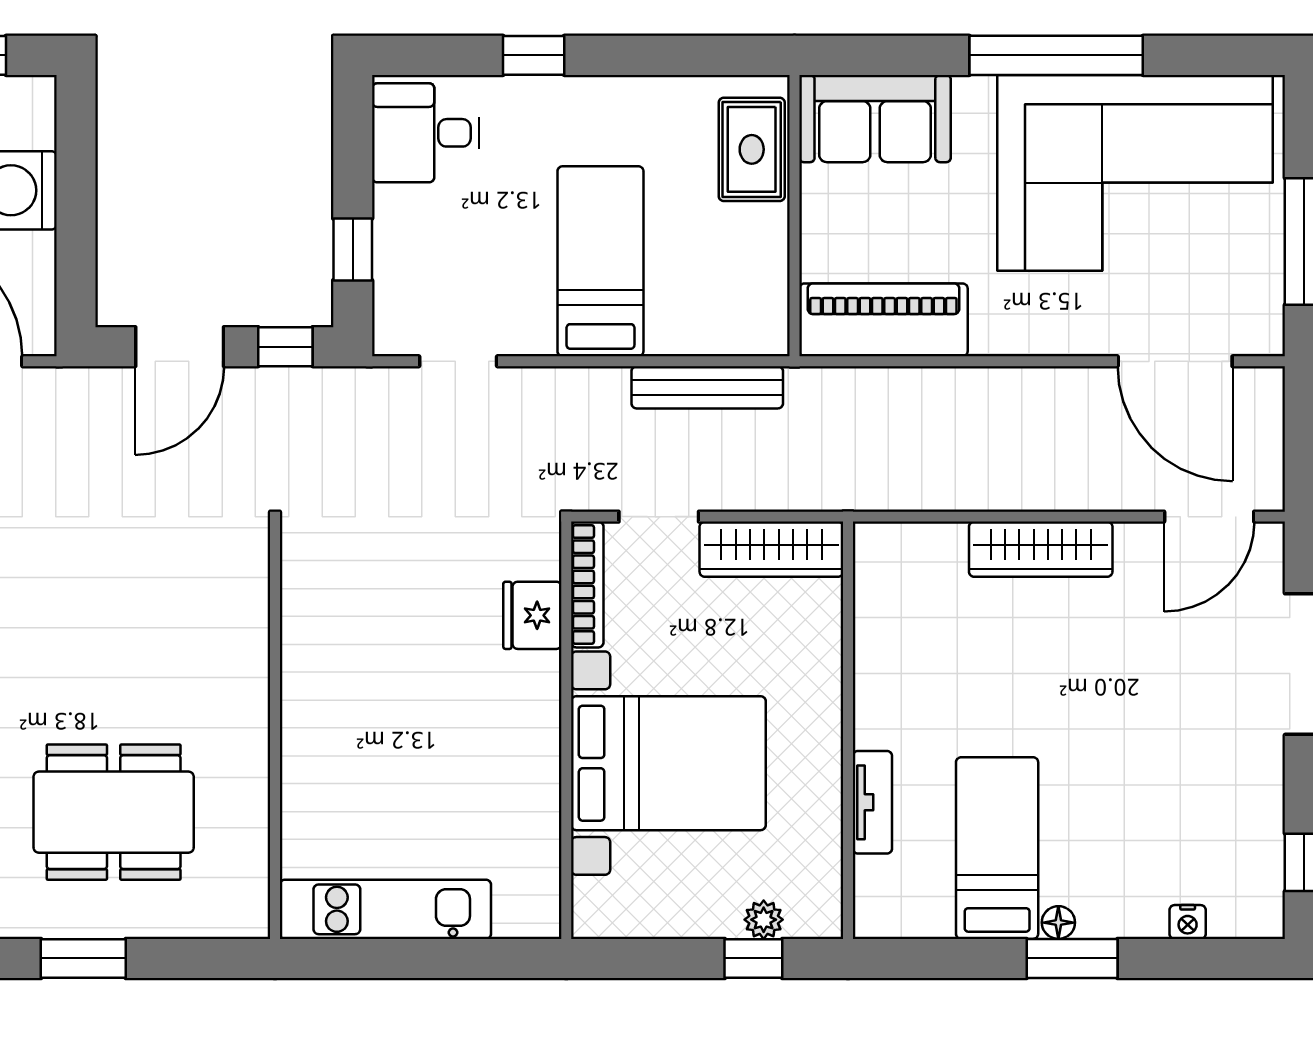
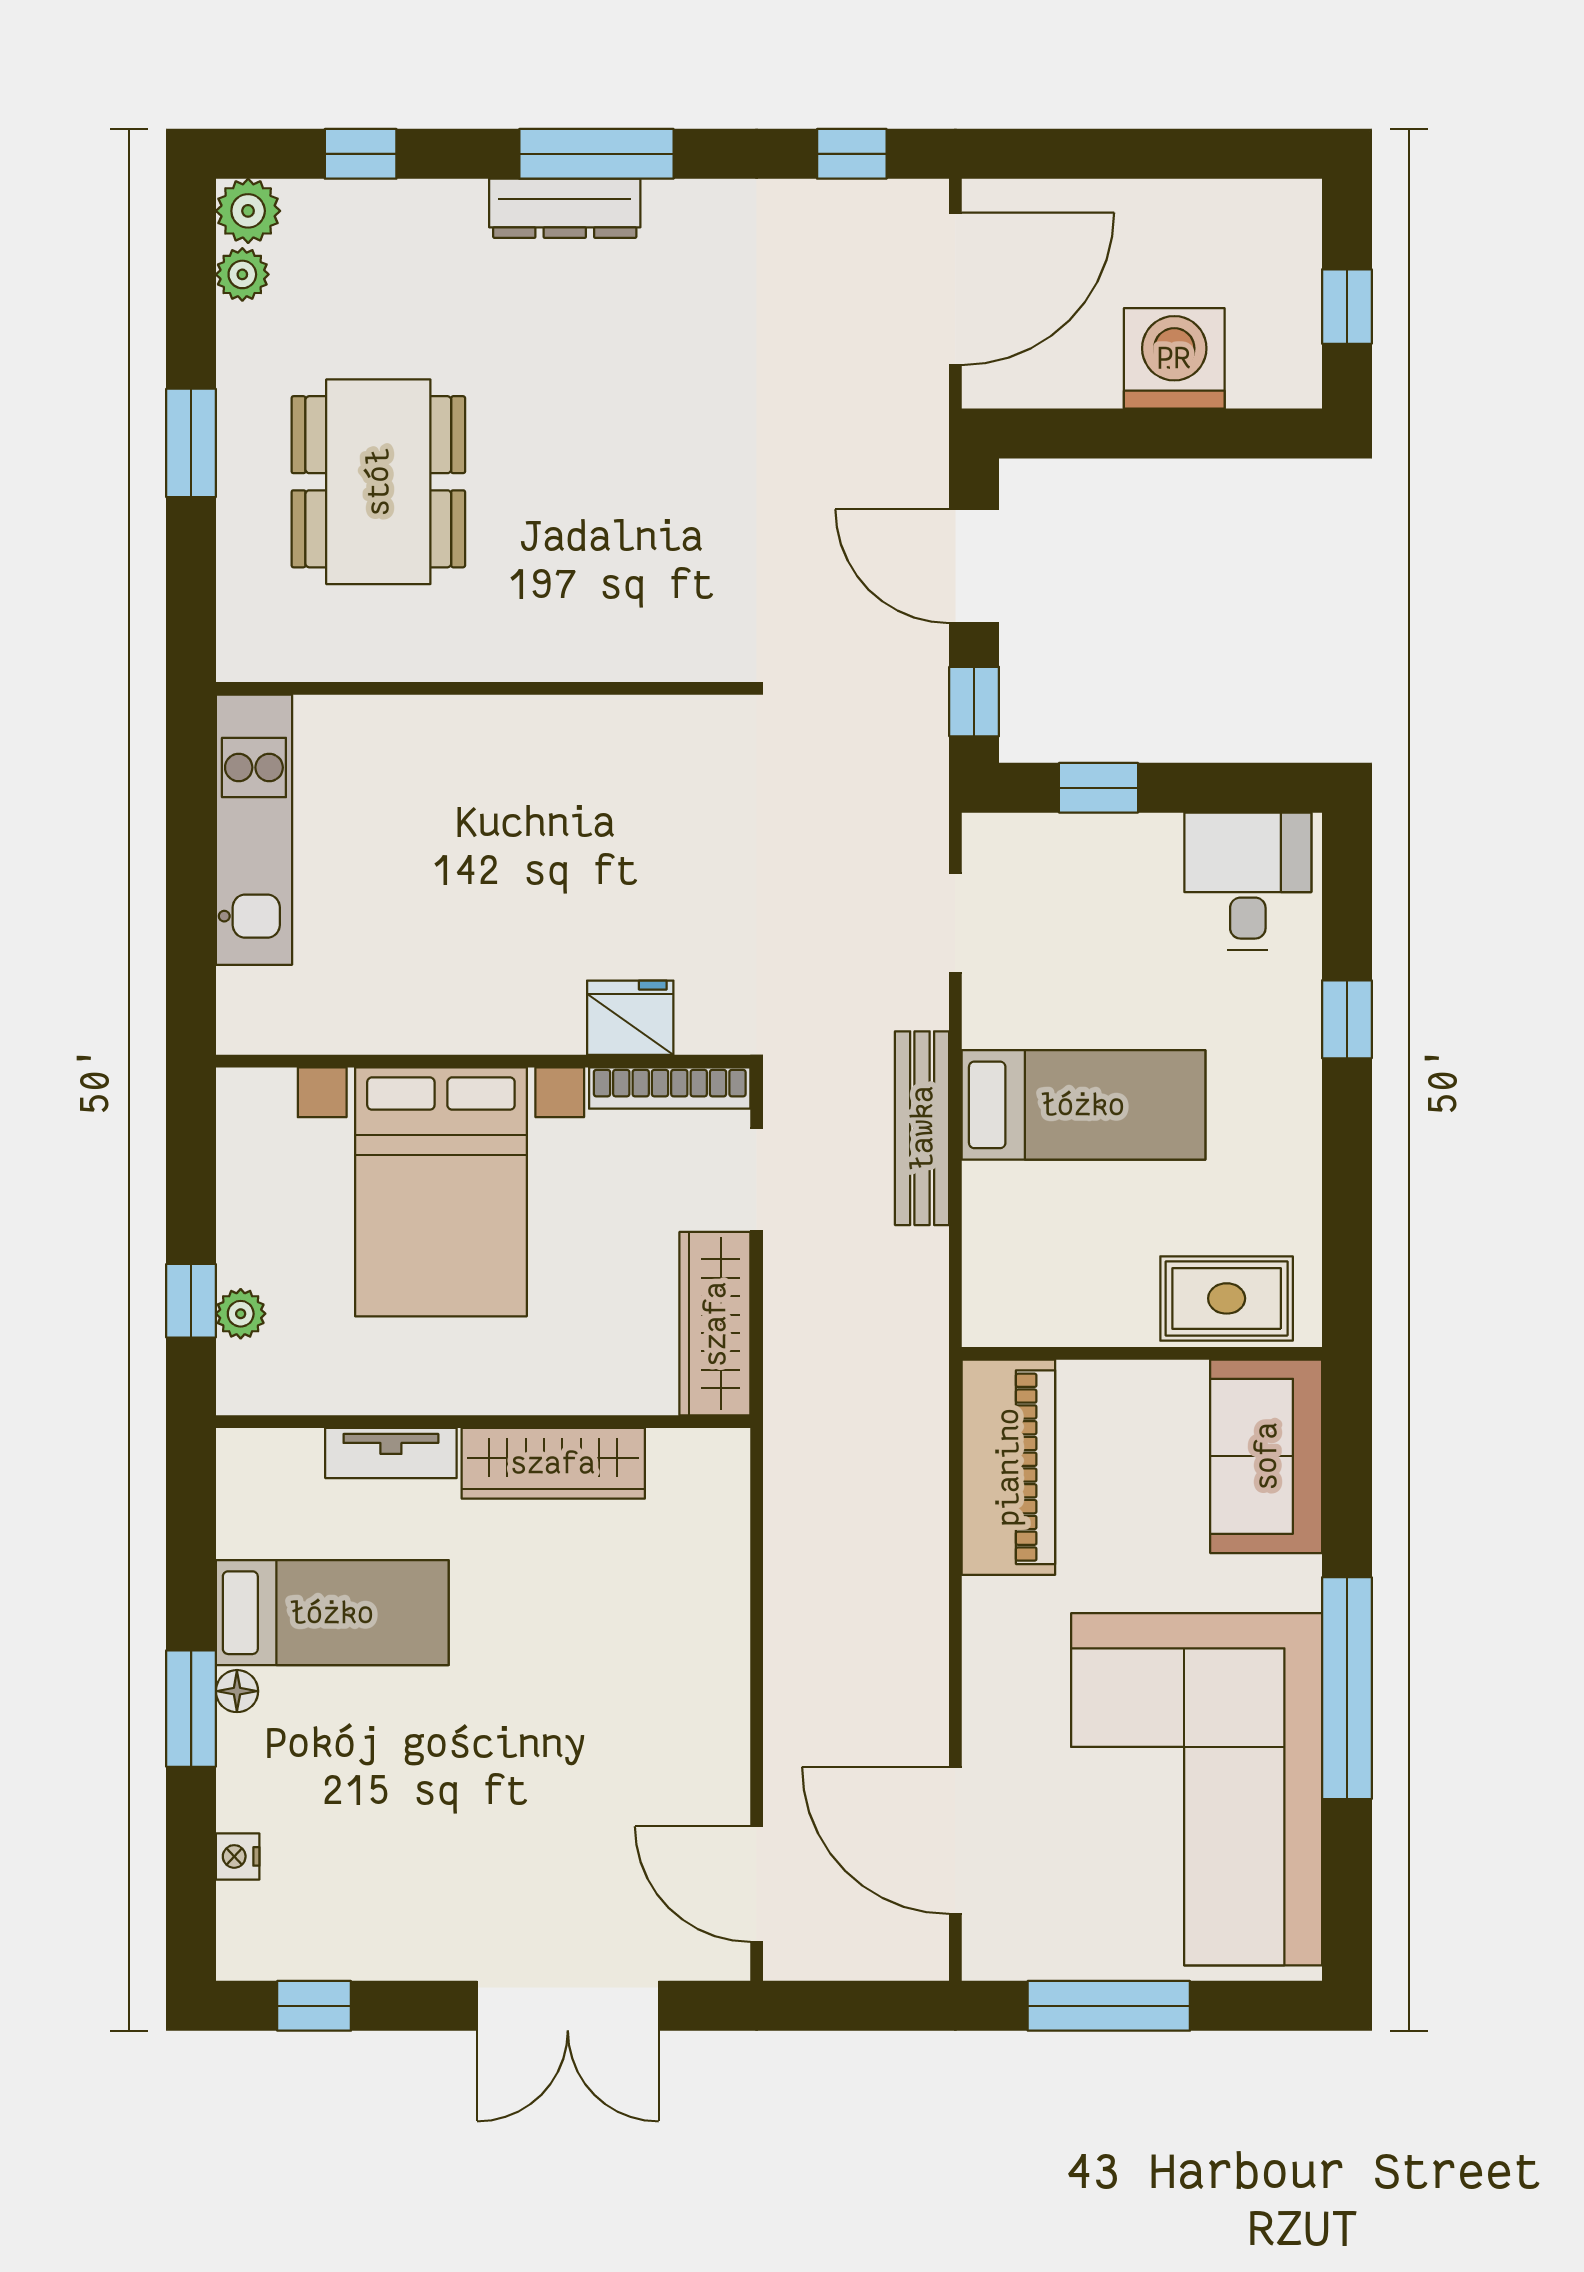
door: (1175, 361) -> (955, 1840), hinge flipped
bench: (707, 387) -> (922, 1128), moved
wardrobe: (1041, 549) -> (553, 1463), moved, turned -90

